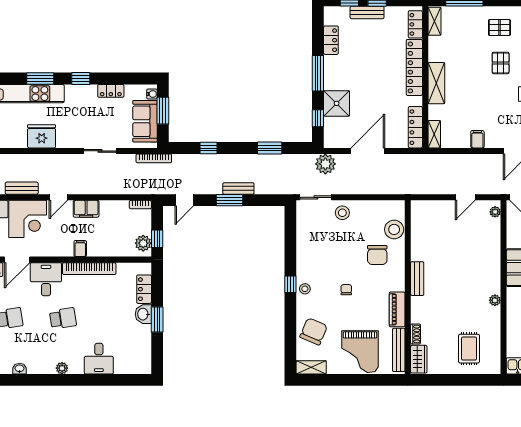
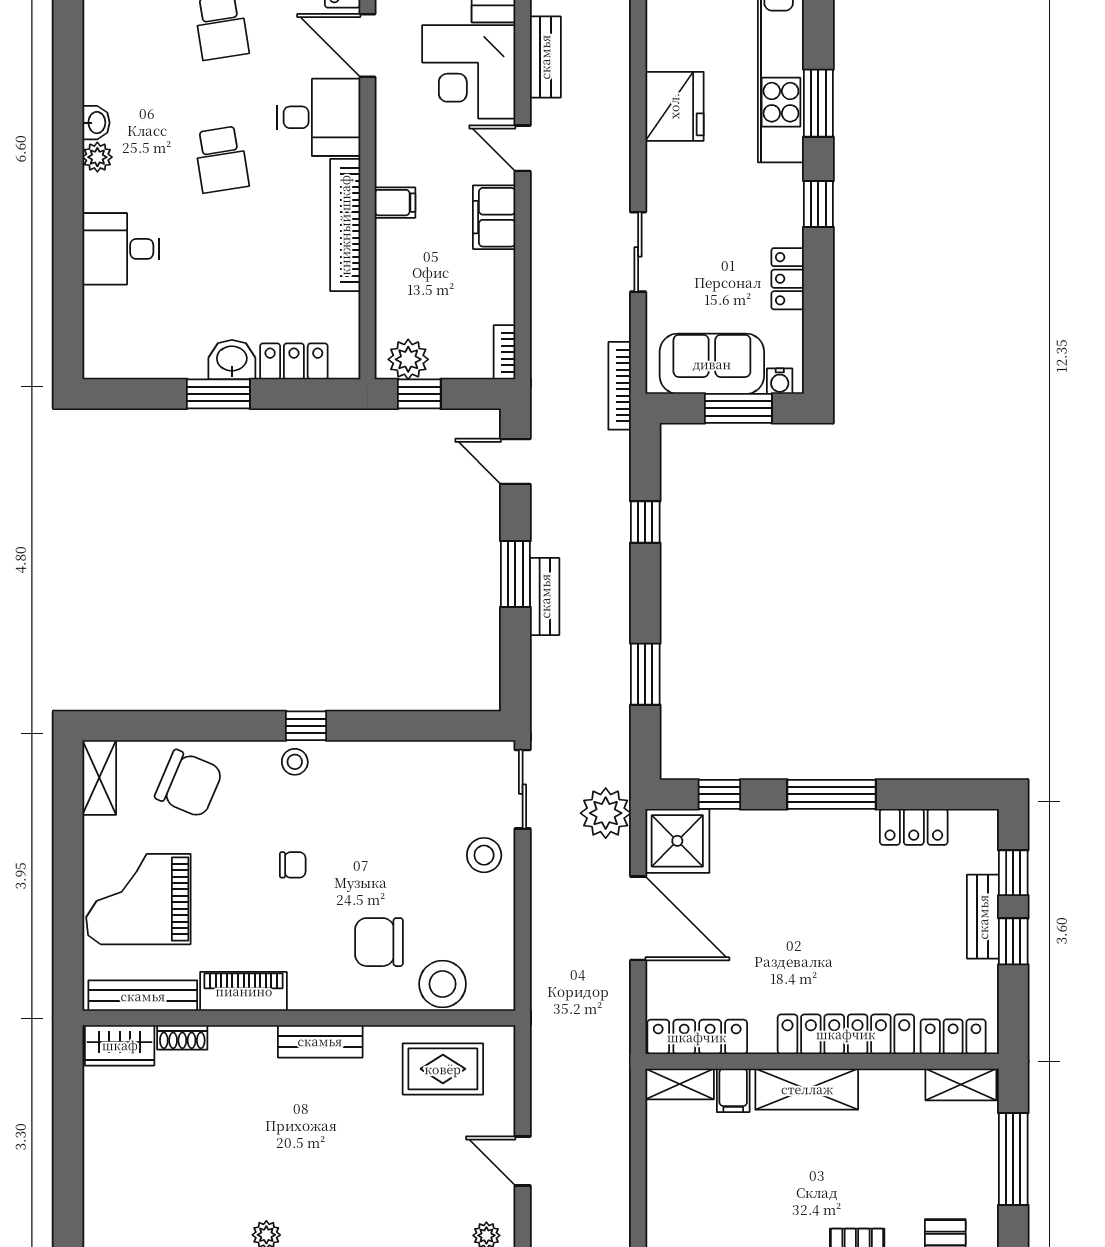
shower: (337, 103) -> (677, 841), moved
filing cabinet: (477, 139) -> (733, 1090), moved, turned 90
rug: (469, 349) -> (443, 1069), moved
washbasin: (20, 369) -> (96, 123), moved

